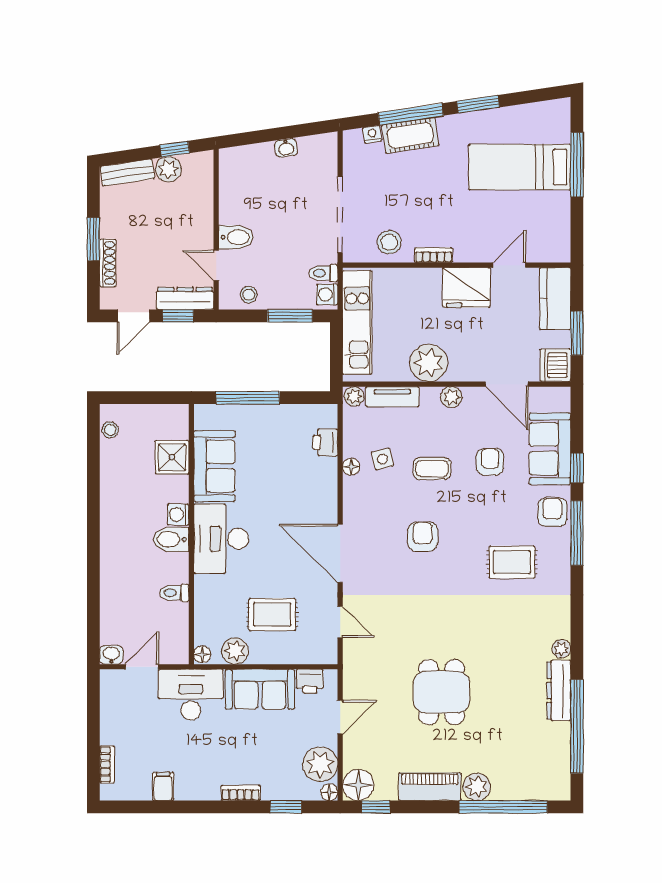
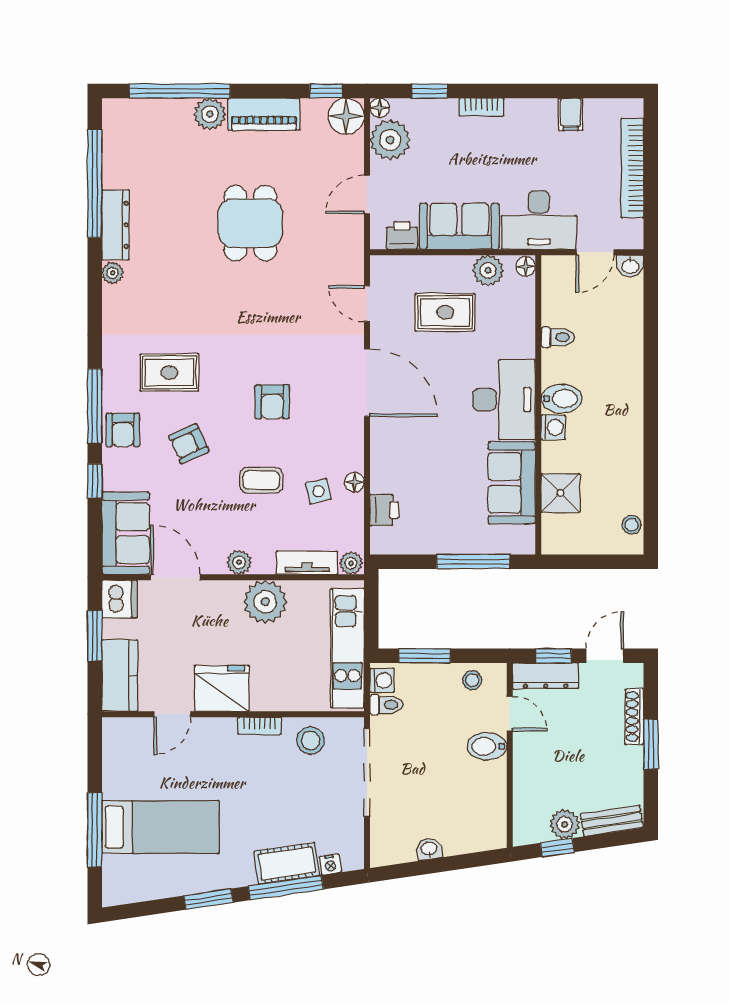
sofa: (550, 449) -> (126, 533), moved
armchair: (490, 462) -> (189, 444), moved, turned 65
bookcase: (107, 764) -> (632, 168), width x2.31, depth x1.31

